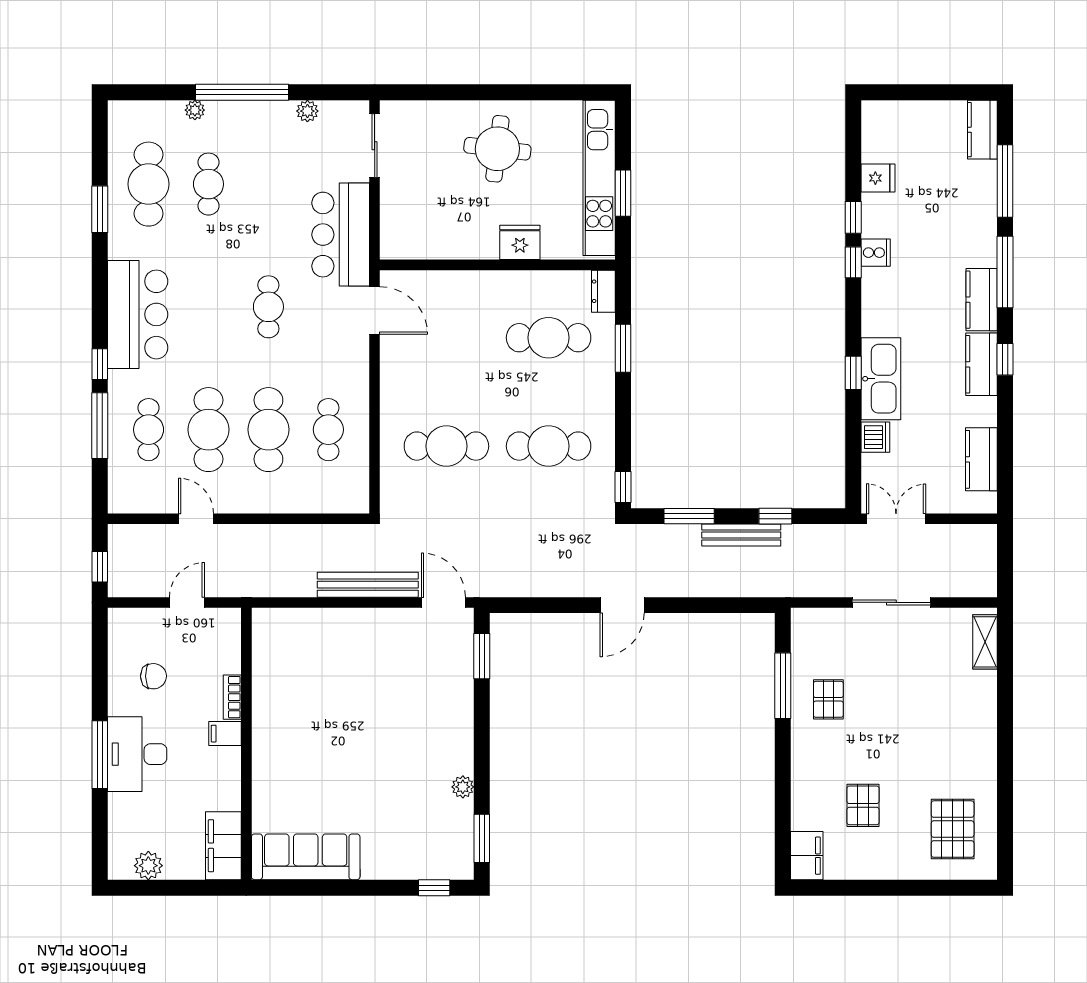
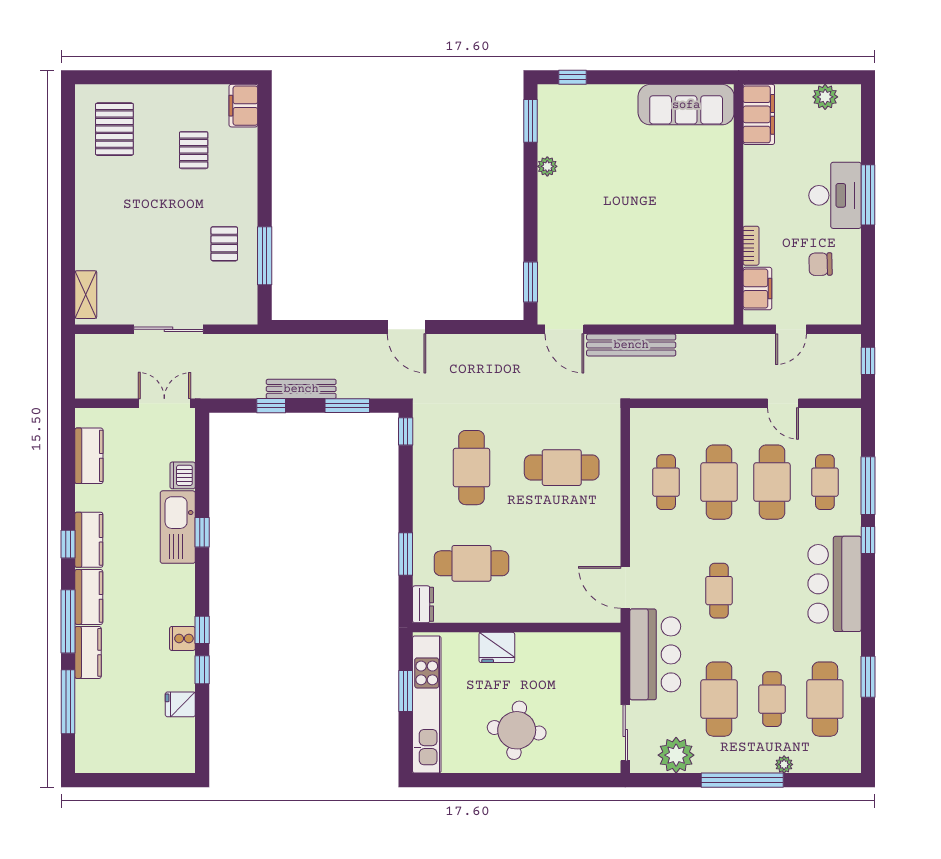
plant: (307, 111) -> (676, 755), width x1.87, depth x1.87
kitchen counter: (982, 130) -> (88, 652), moved
cafe table: (268, 184) -> (719, 699), added
cafe table: (549, 446) -> (471, 468), turned 90
double door: (896, 519) -> (164, 403), swing flipped
door: (622, 605) -> (407, 327), swing flipped
filing cabinet: (225, 734) -> (757, 289), moved, width x2.00

